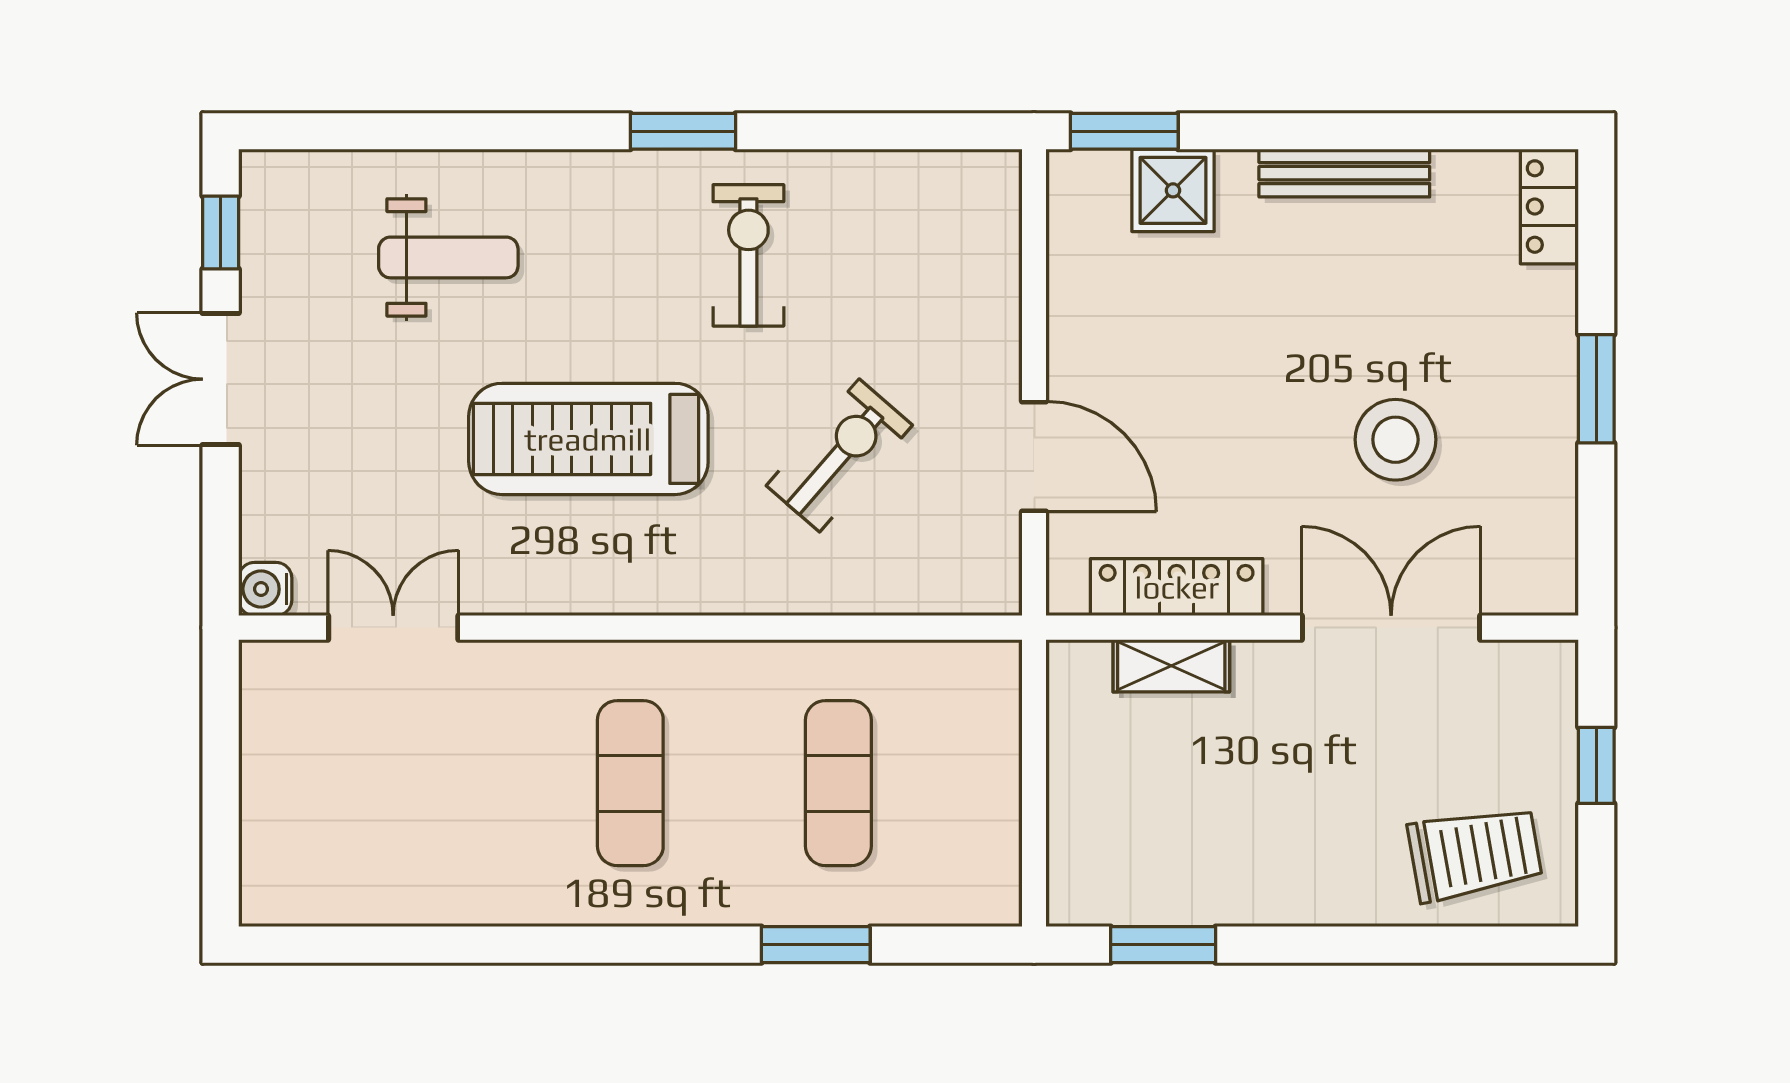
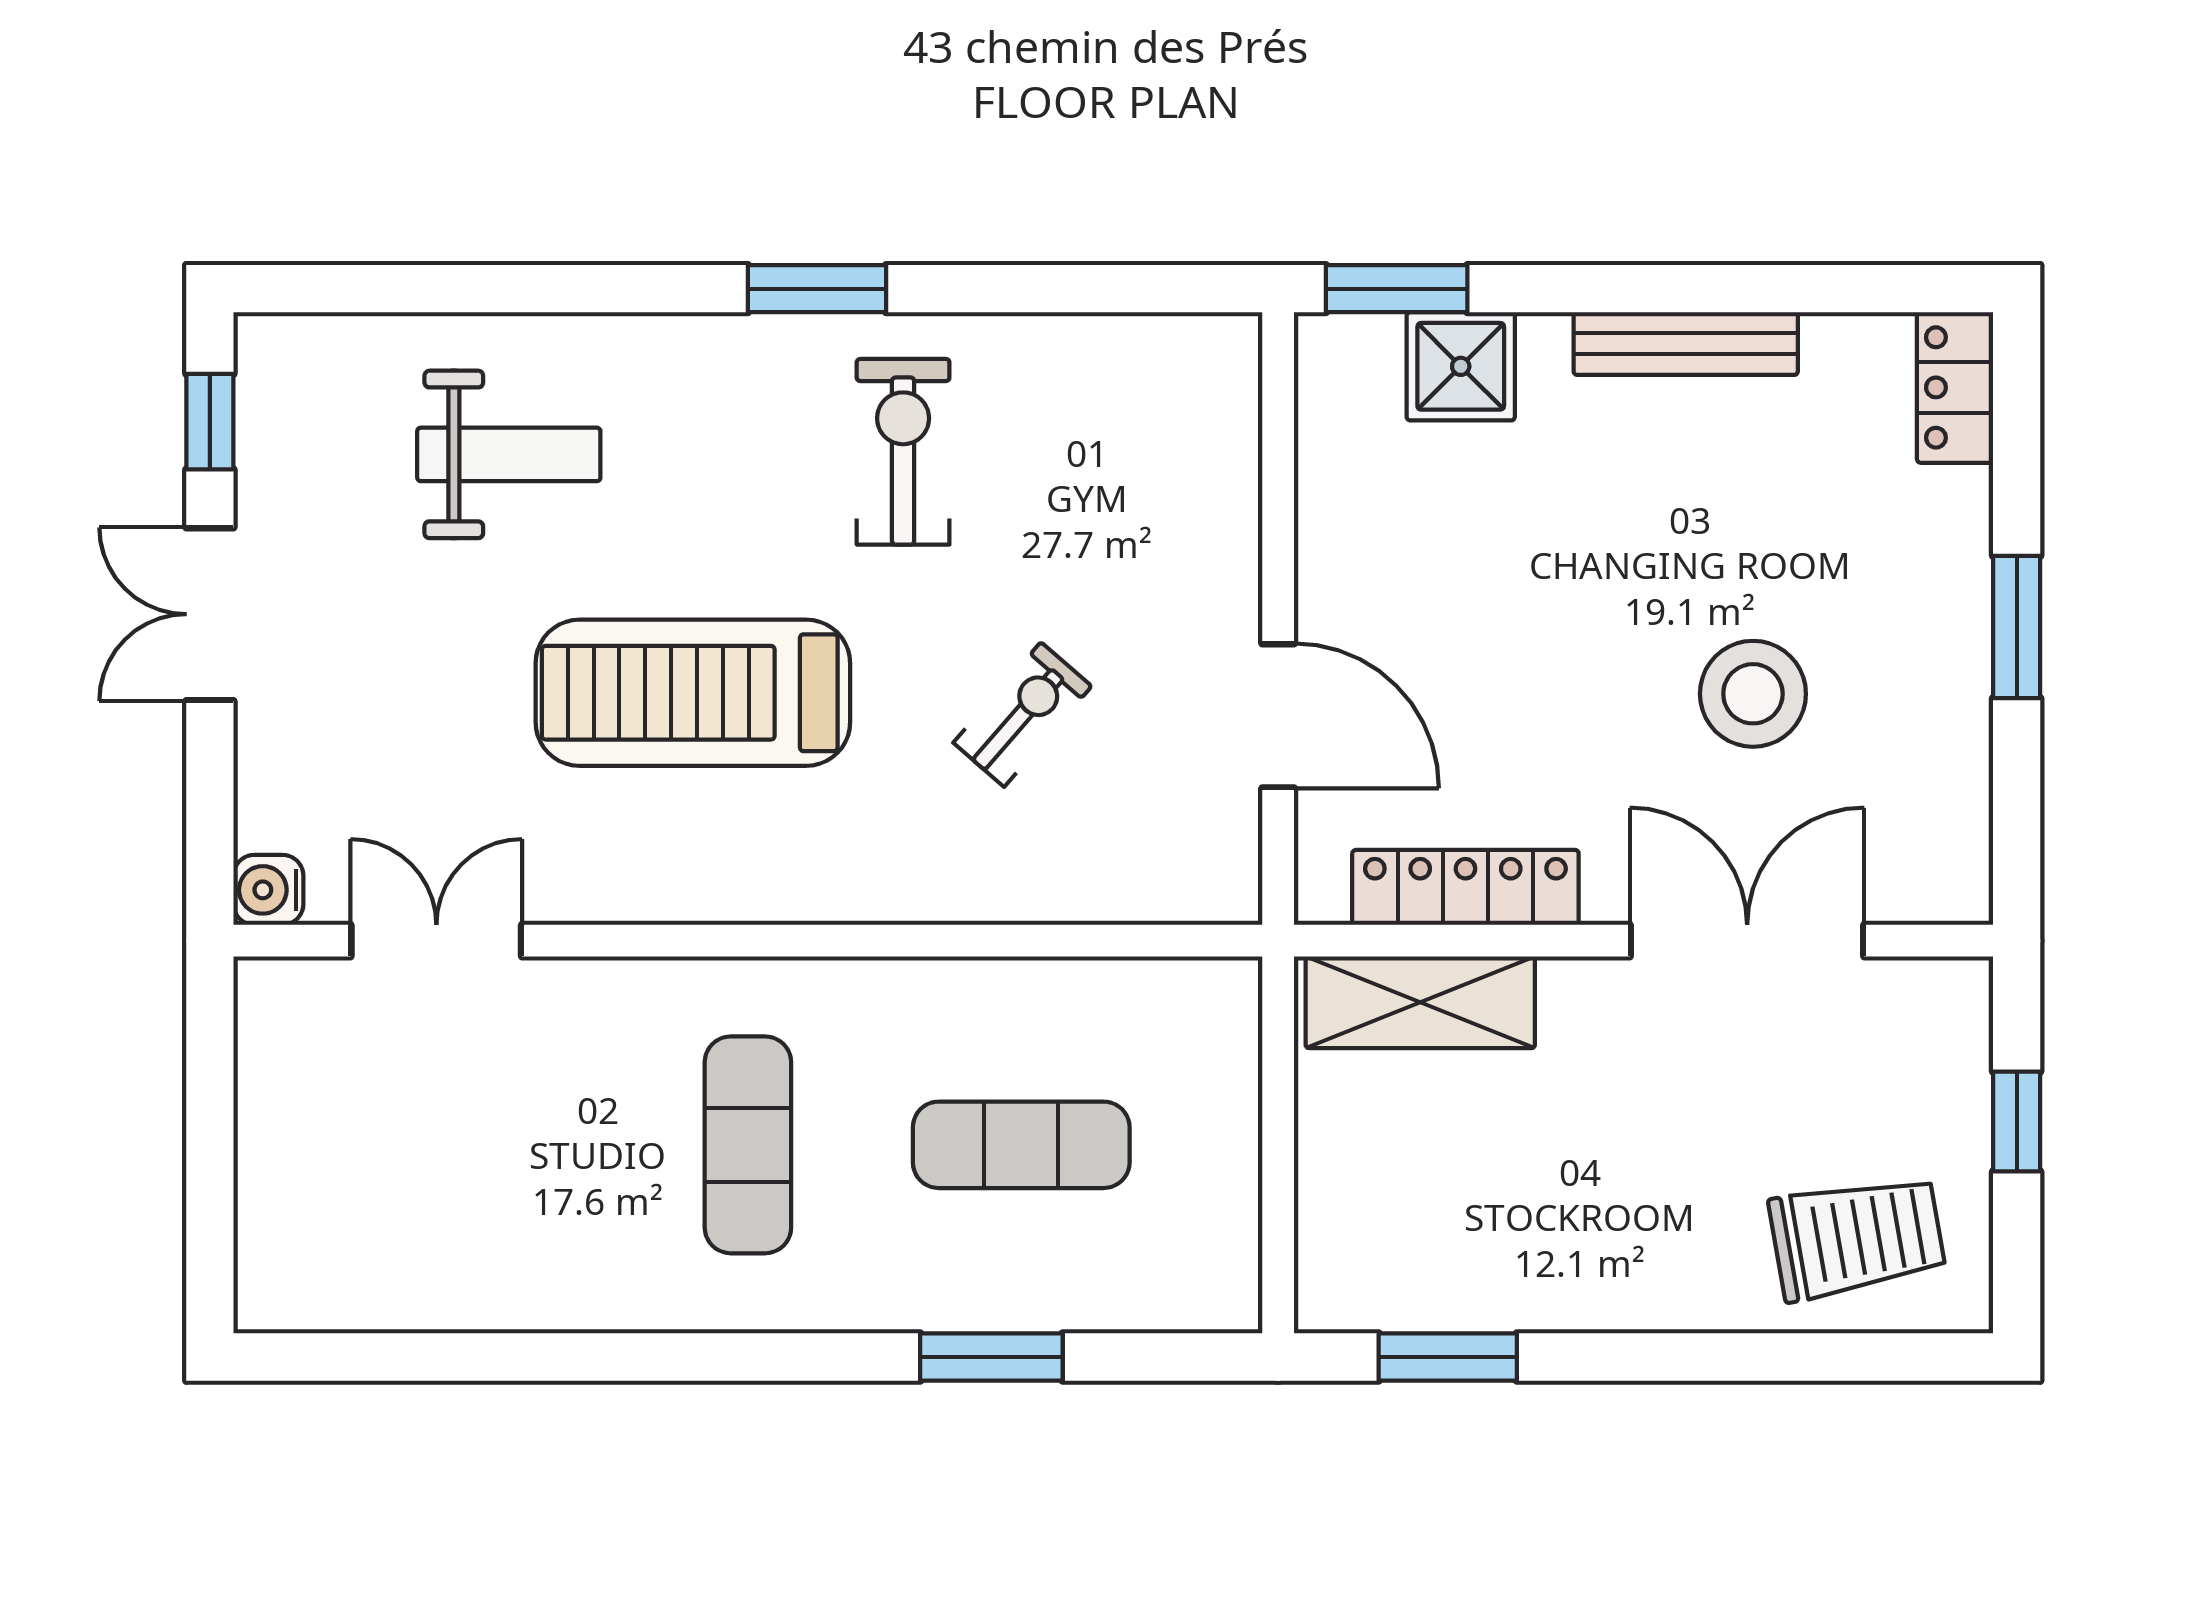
exercise bike: (839, 455) -> (1022, 714), width x0.73, depth x0.72
shelving: (1171, 666) -> (1420, 1002), width x1.50, depth x1.33
exercise mat: (838, 783) -> (1021, 1145), turned 90

